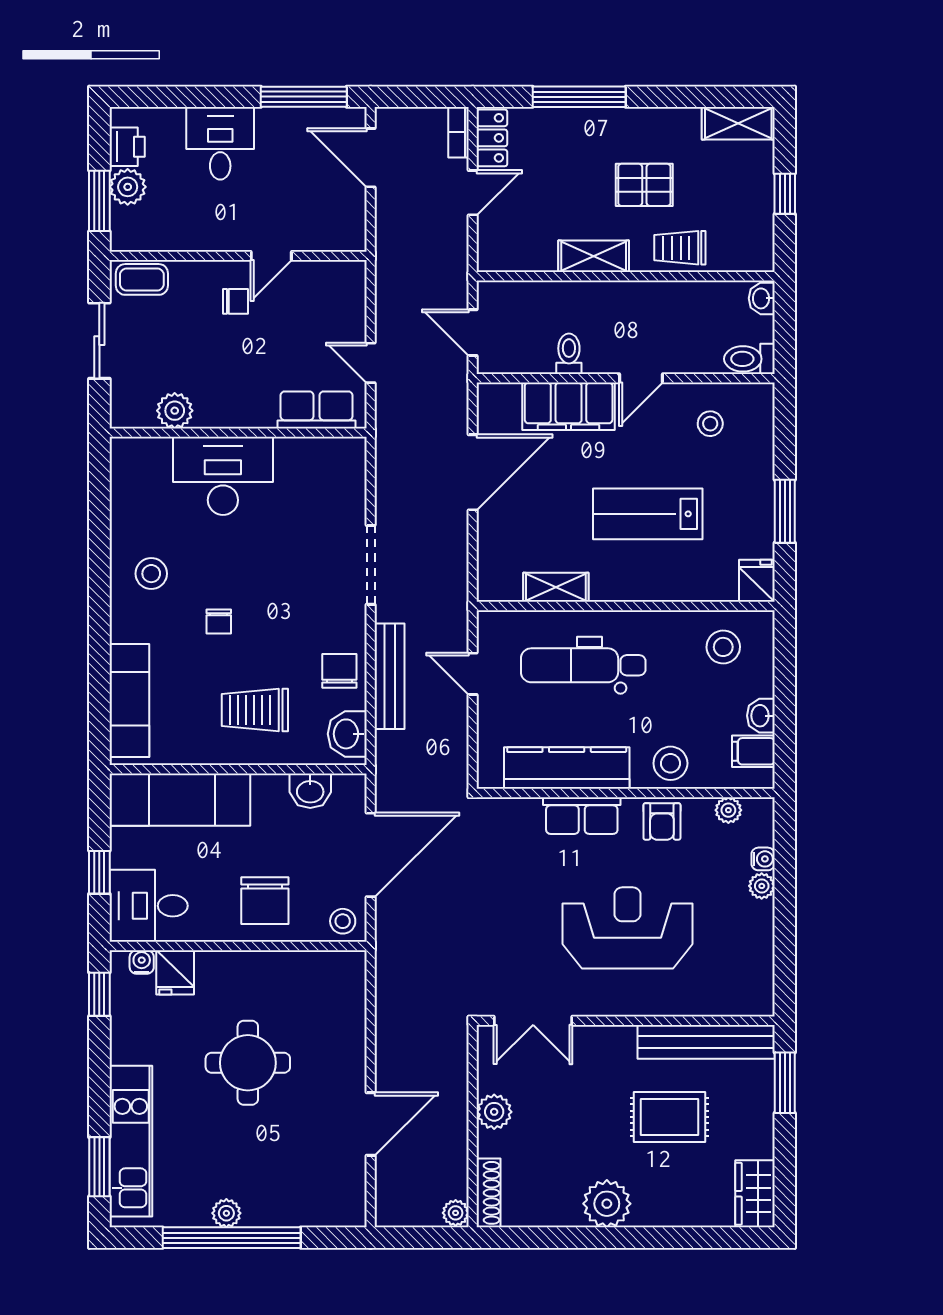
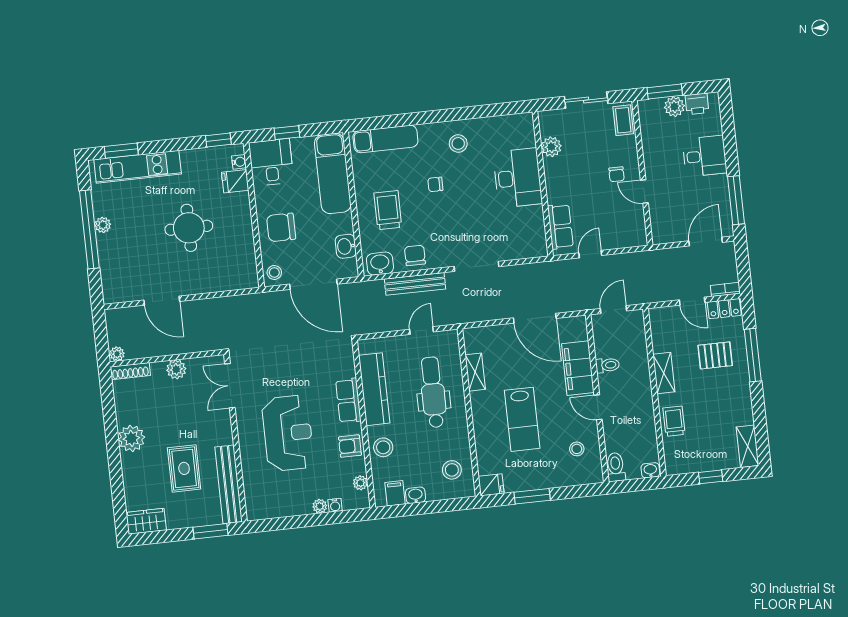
pallet: (644, 185) -> (715, 355), moved, turned 90
lab bench: (648, 514) -> (522, 419), turned 180
chair: (339, 671) -> (415, 255), turned -90

